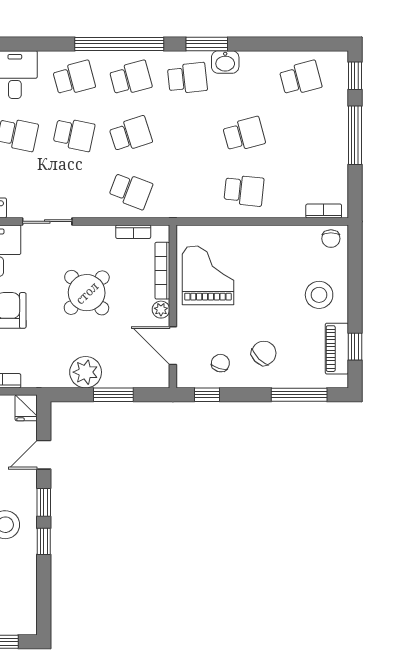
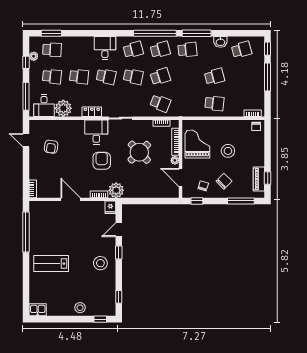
window: (207, 44) -> (197, 33), width x1.44
washbasin: (225, 62) -> (220, 42), moved
stool: (319, 295) -> (228, 151), moved
plant: (86, 372) -> (116, 190), moved
window: (113, 395) -> (152, 201), removed
window: (44, 541) -> (119, 297), moved

